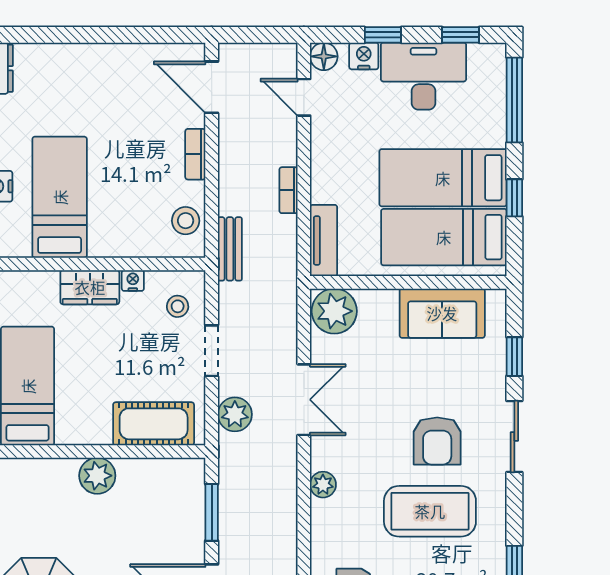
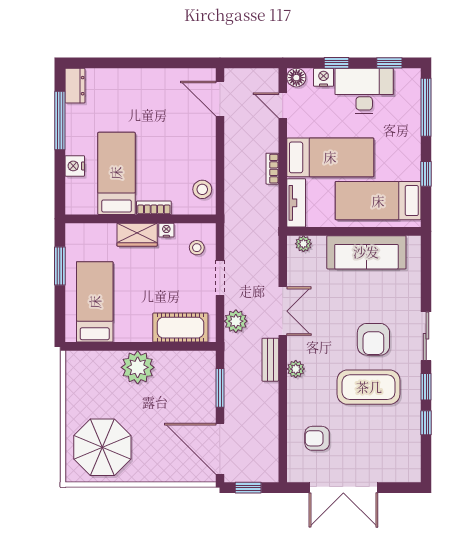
bookcase: (195, 154) -> (154, 208), moved, turned 90
bed: (443, 178) -> (330, 157), moved, turned 180
bench: (230, 249) -> (270, 360), moved
plant: (334, 311) -> (303, 244), width x0.53, depth x0.53
sofa: (442, 313) -> (366, 252), width x1.36
window: (514, 357) -> (426, 387), moved
plant: (97, 476) -> (138, 367), width x1.36, depth x1.36

